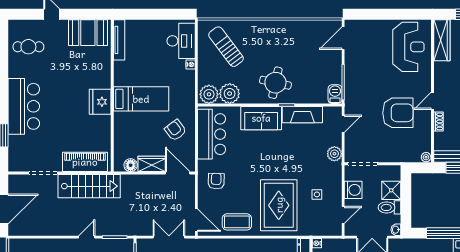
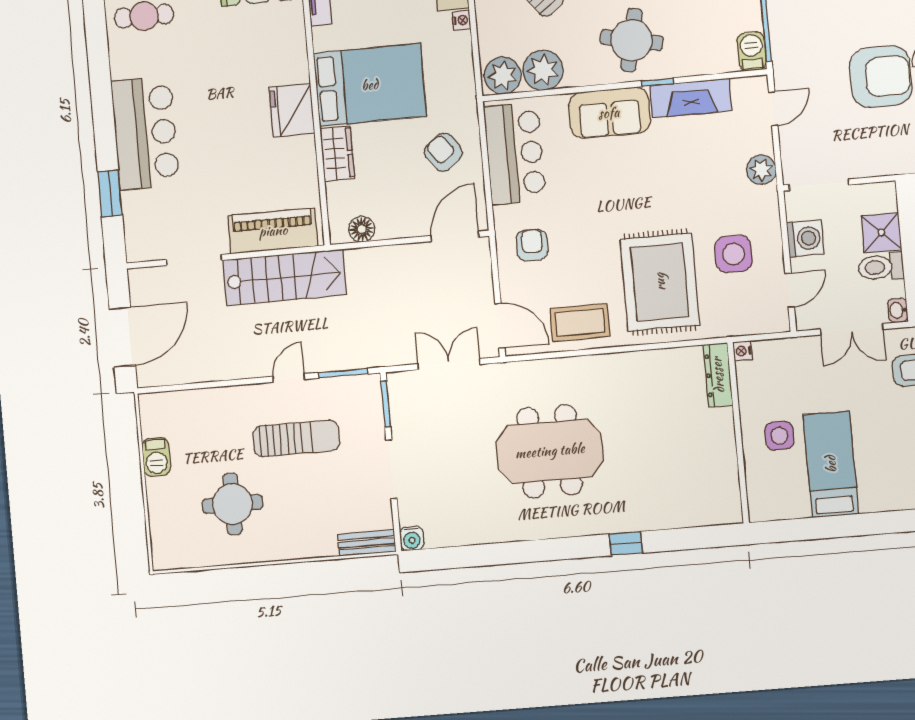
bed: (141, 99) -> (370, 85), width x1.50
wardrobe: (152, 164) -> (337, 153), moved, turned 90
door: (178, 173) -> (455, 236), hinge flipped
side table: (317, 194) -> (734, 254), width x1.87, depth x1.87

